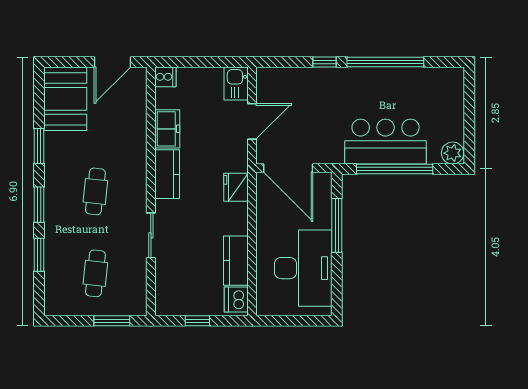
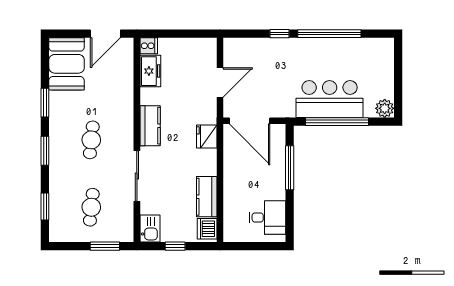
kitchen sink: (236, 83) -> (150, 229), moved, turned 180
freezer: (167, 129) -> (150, 71), moved
sliding door: (151, 235) -> (137, 176), width x1.37
window: (39, 255) -> (45, 207), moved
desk: (303, 268) -> (267, 217), width x0.53, depth x0.77

